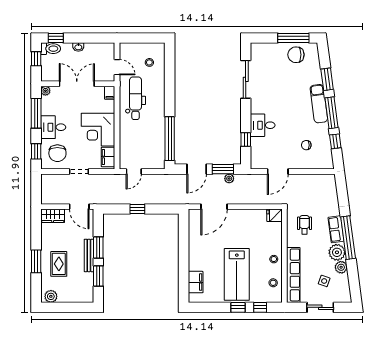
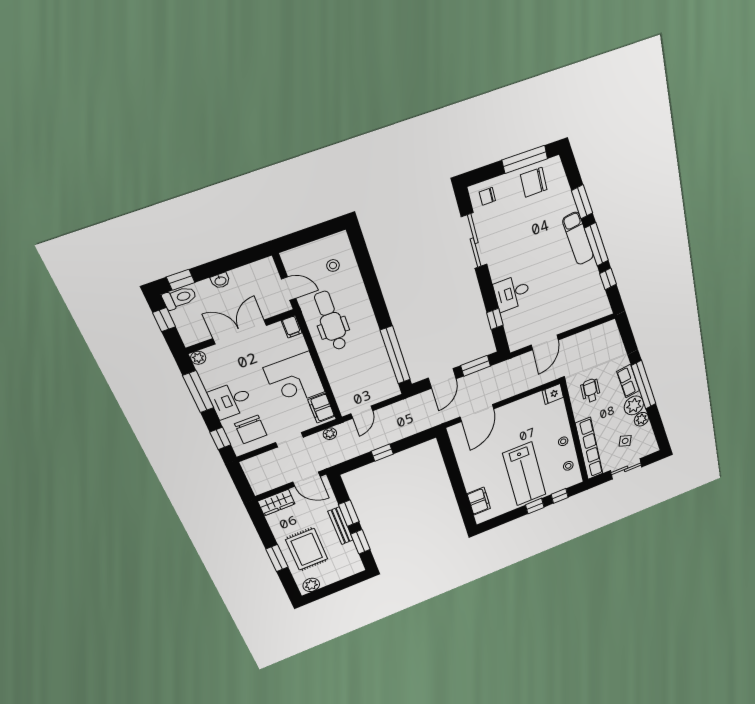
chair: (306, 145) -> (487, 196), moved
plant: (229, 179) -> (330, 434), moved
rug: (59, 264) -> (307, 549), width x1.36, depth x1.43

